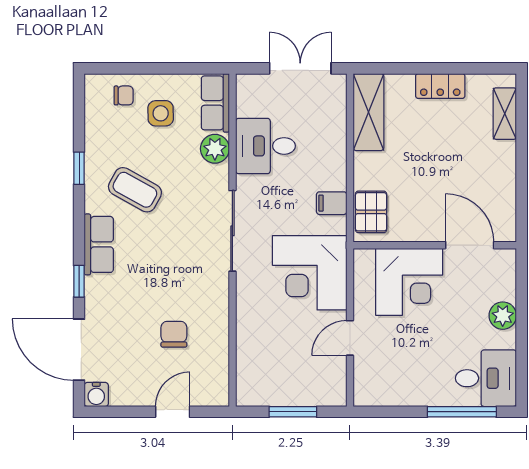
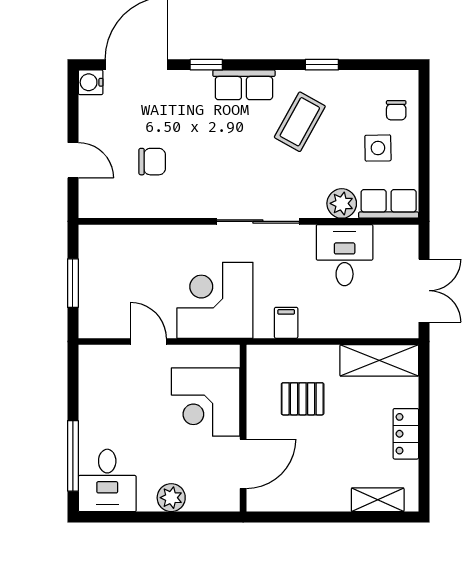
pallet: (371, 212) -> (303, 399), moved

